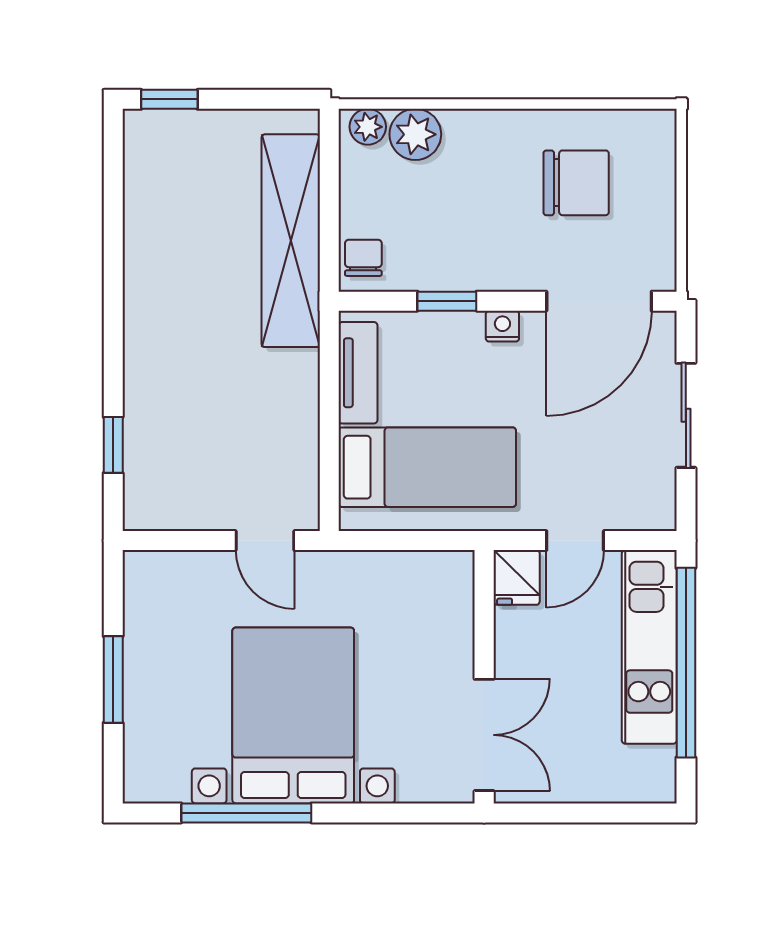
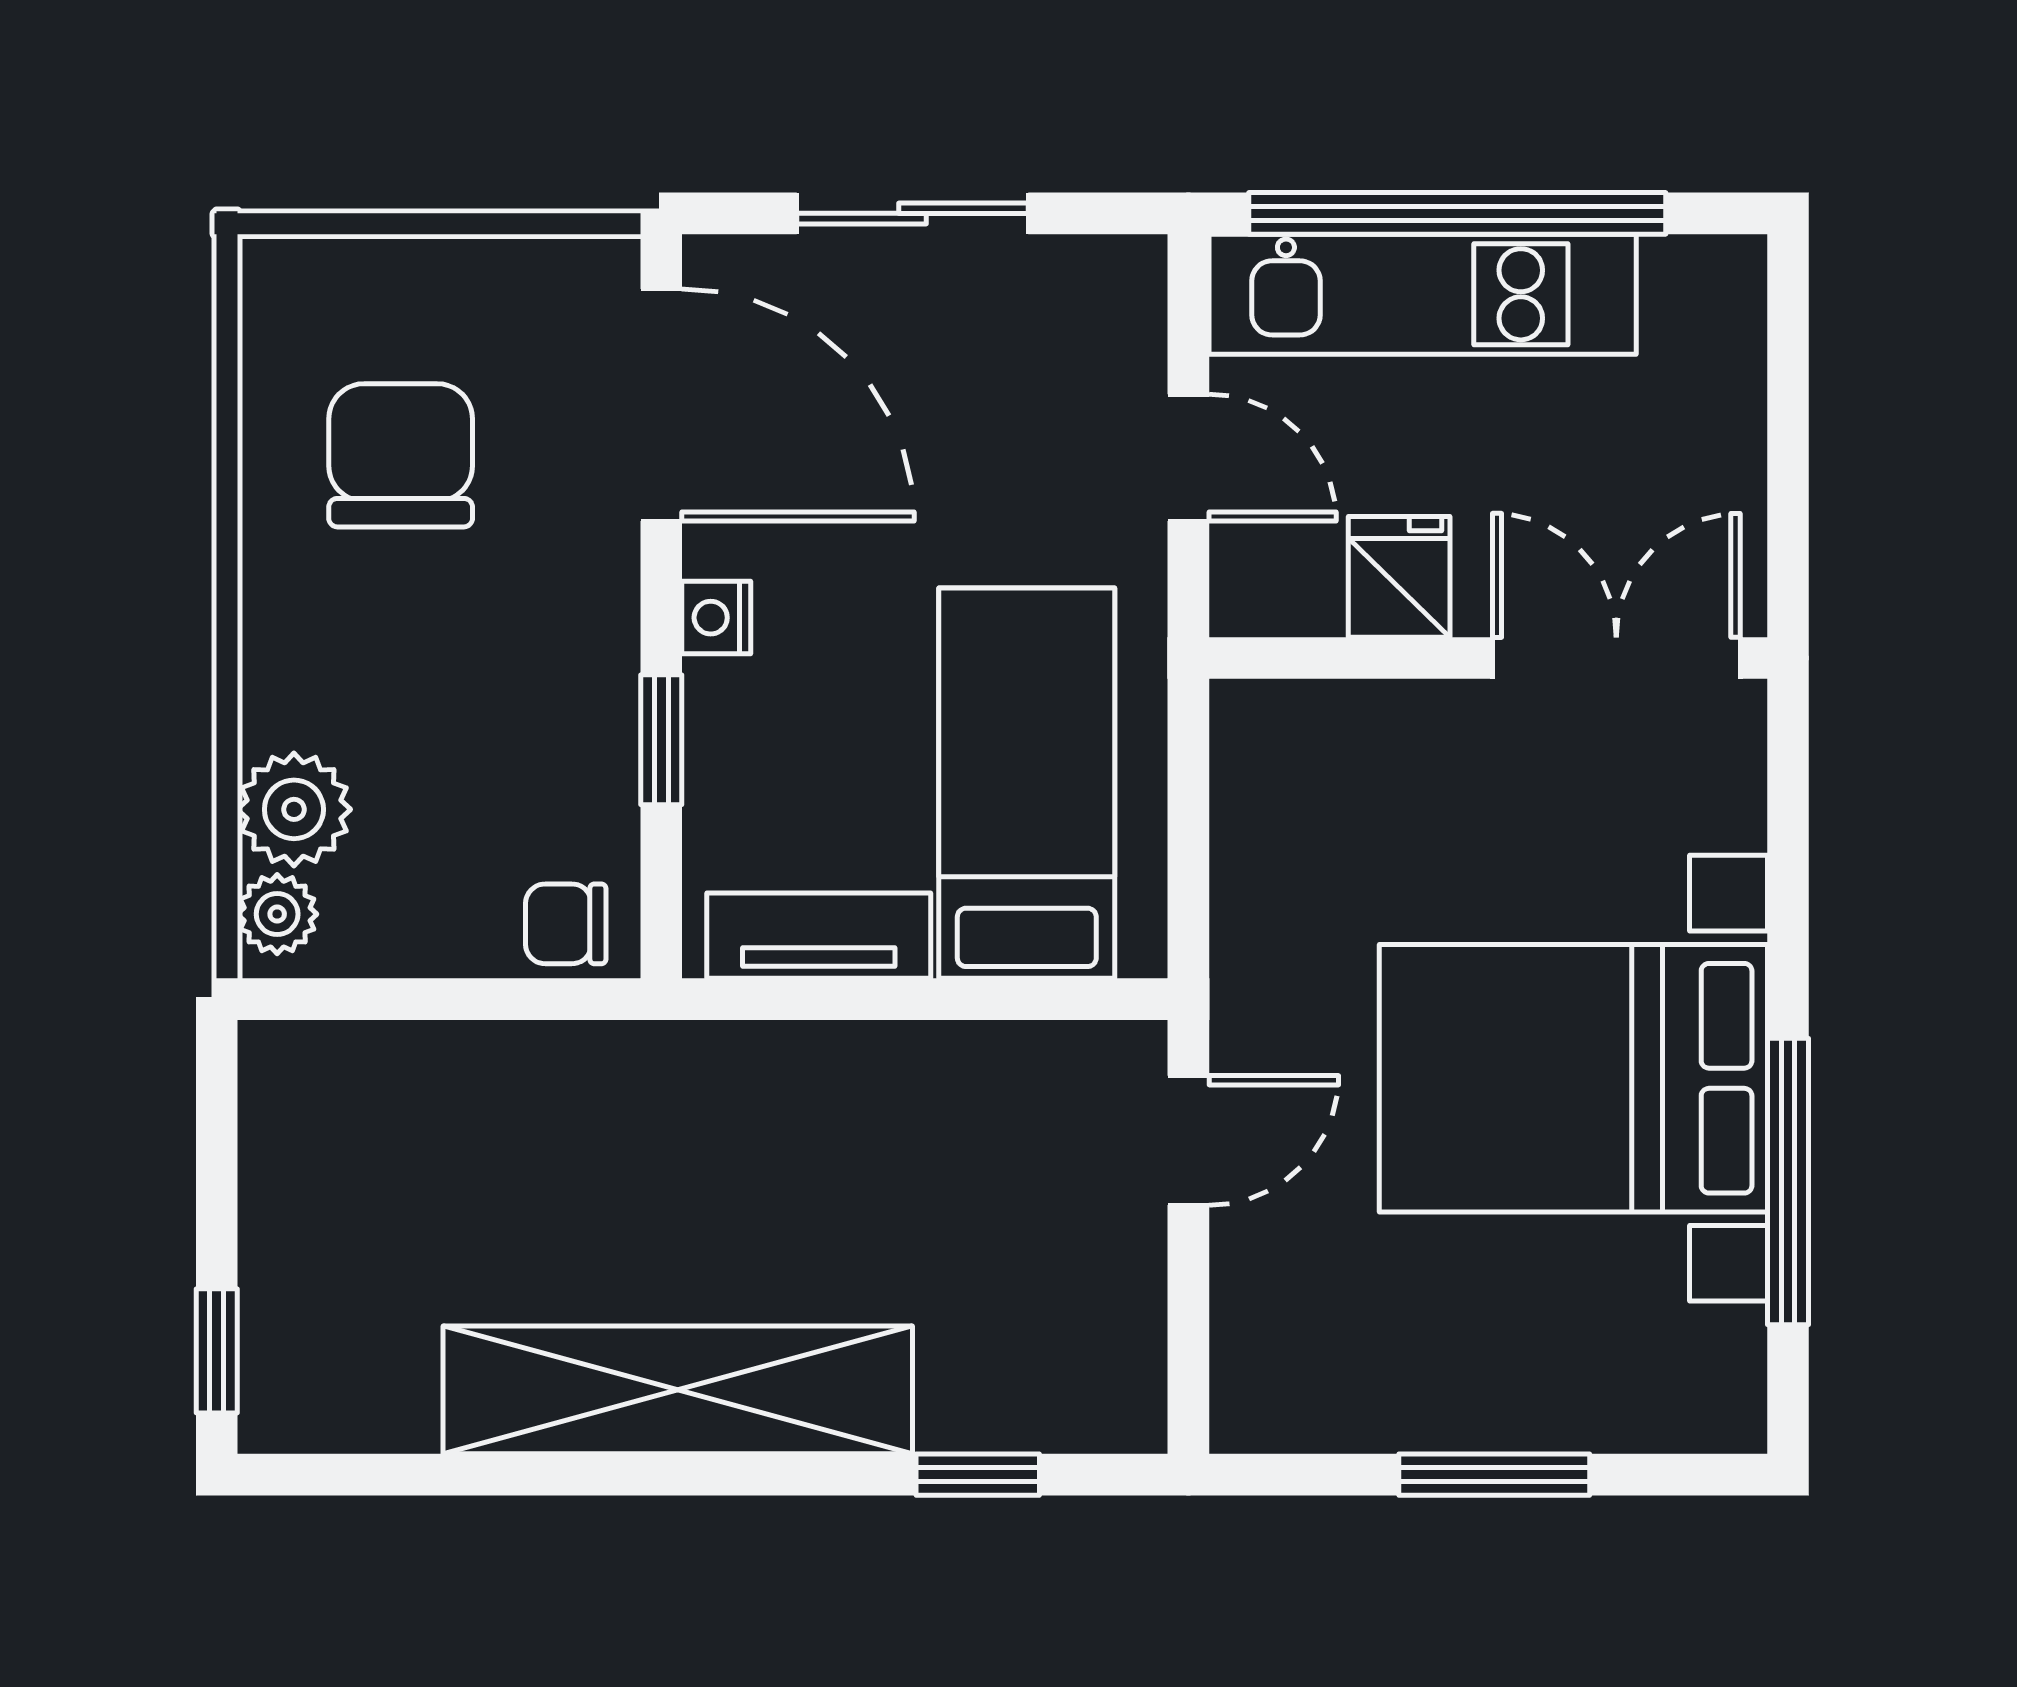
shelving: (291, 241) -> (678, 1390), moved
fridge: (517, 577) -> (1399, 577), moved, turned -90

